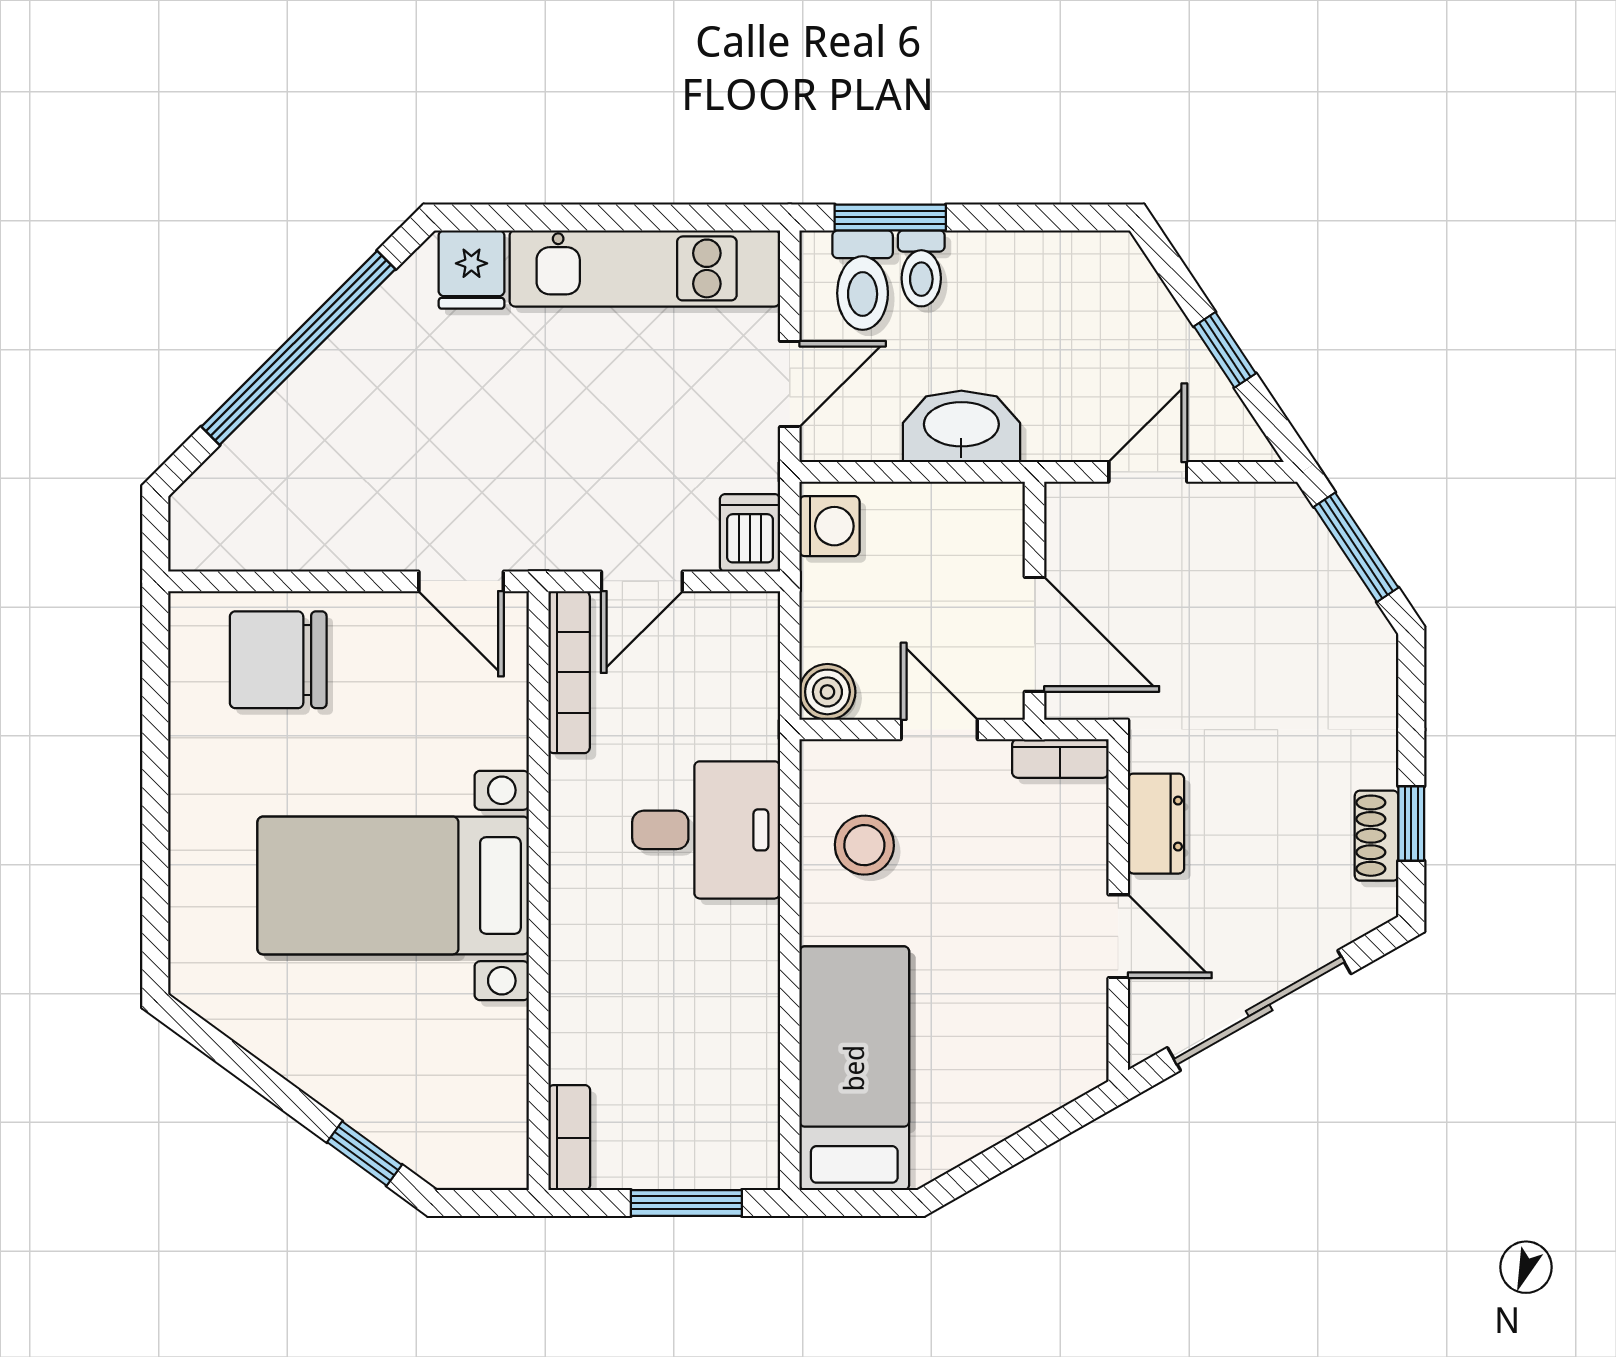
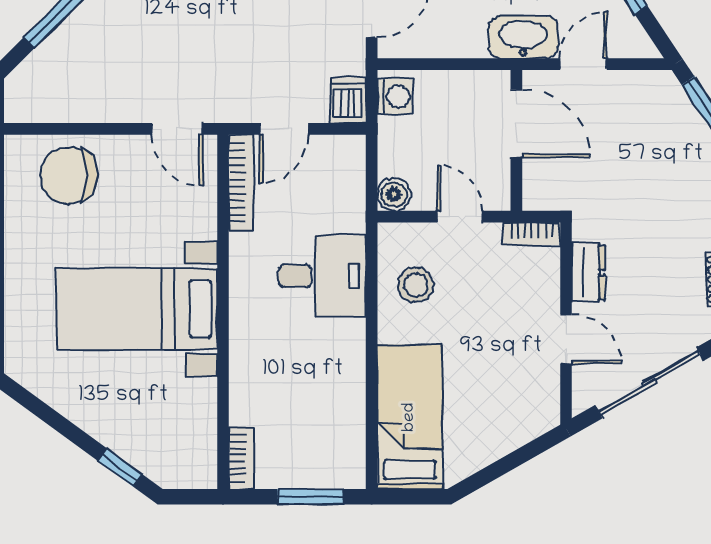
washbasin: (961, 426) -> (523, 37), moved
door: (1035, 634) -> (516, 123), moved

